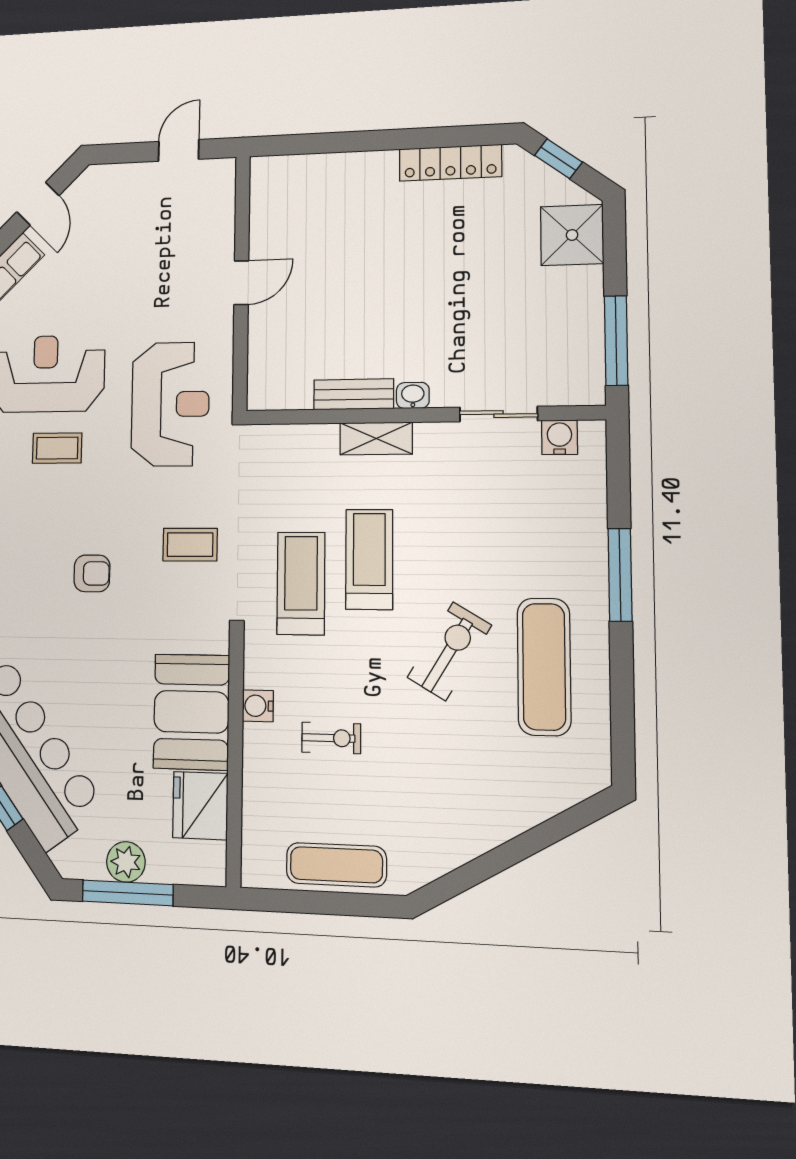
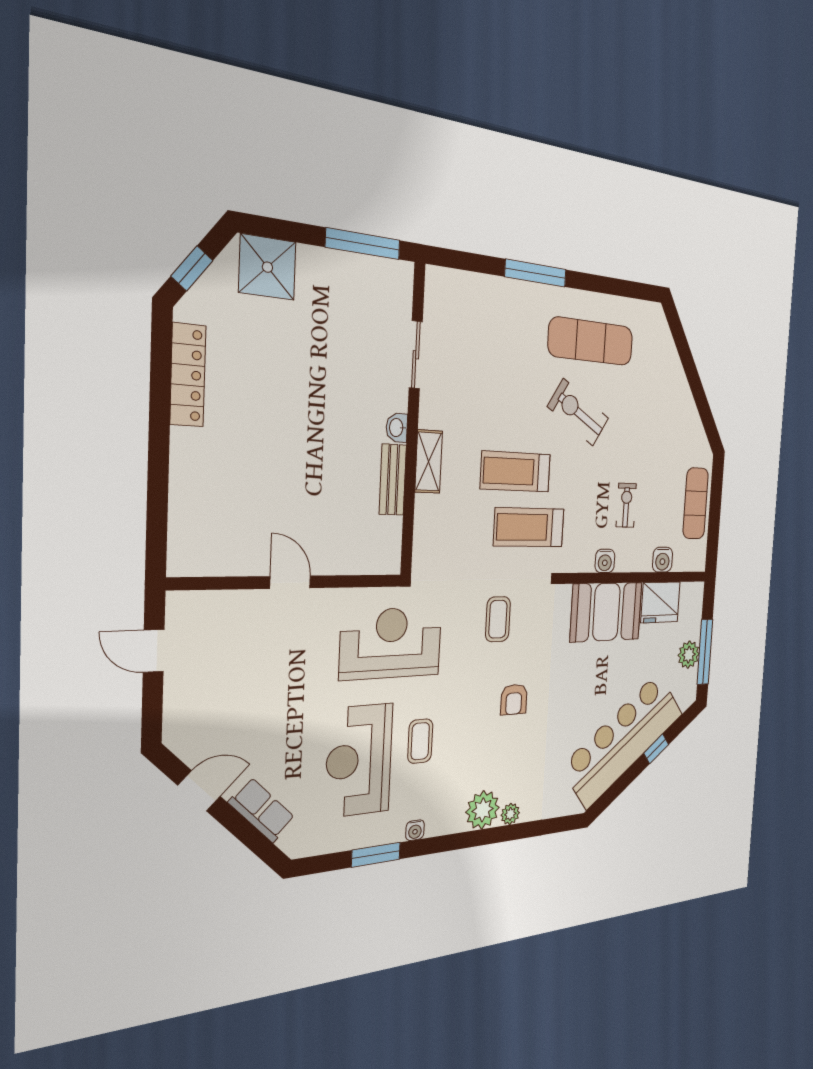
water cooler: (559, 437) -> (663, 560), moved, turned -90
armchair: (92, 573) -> (514, 699), turned 180

